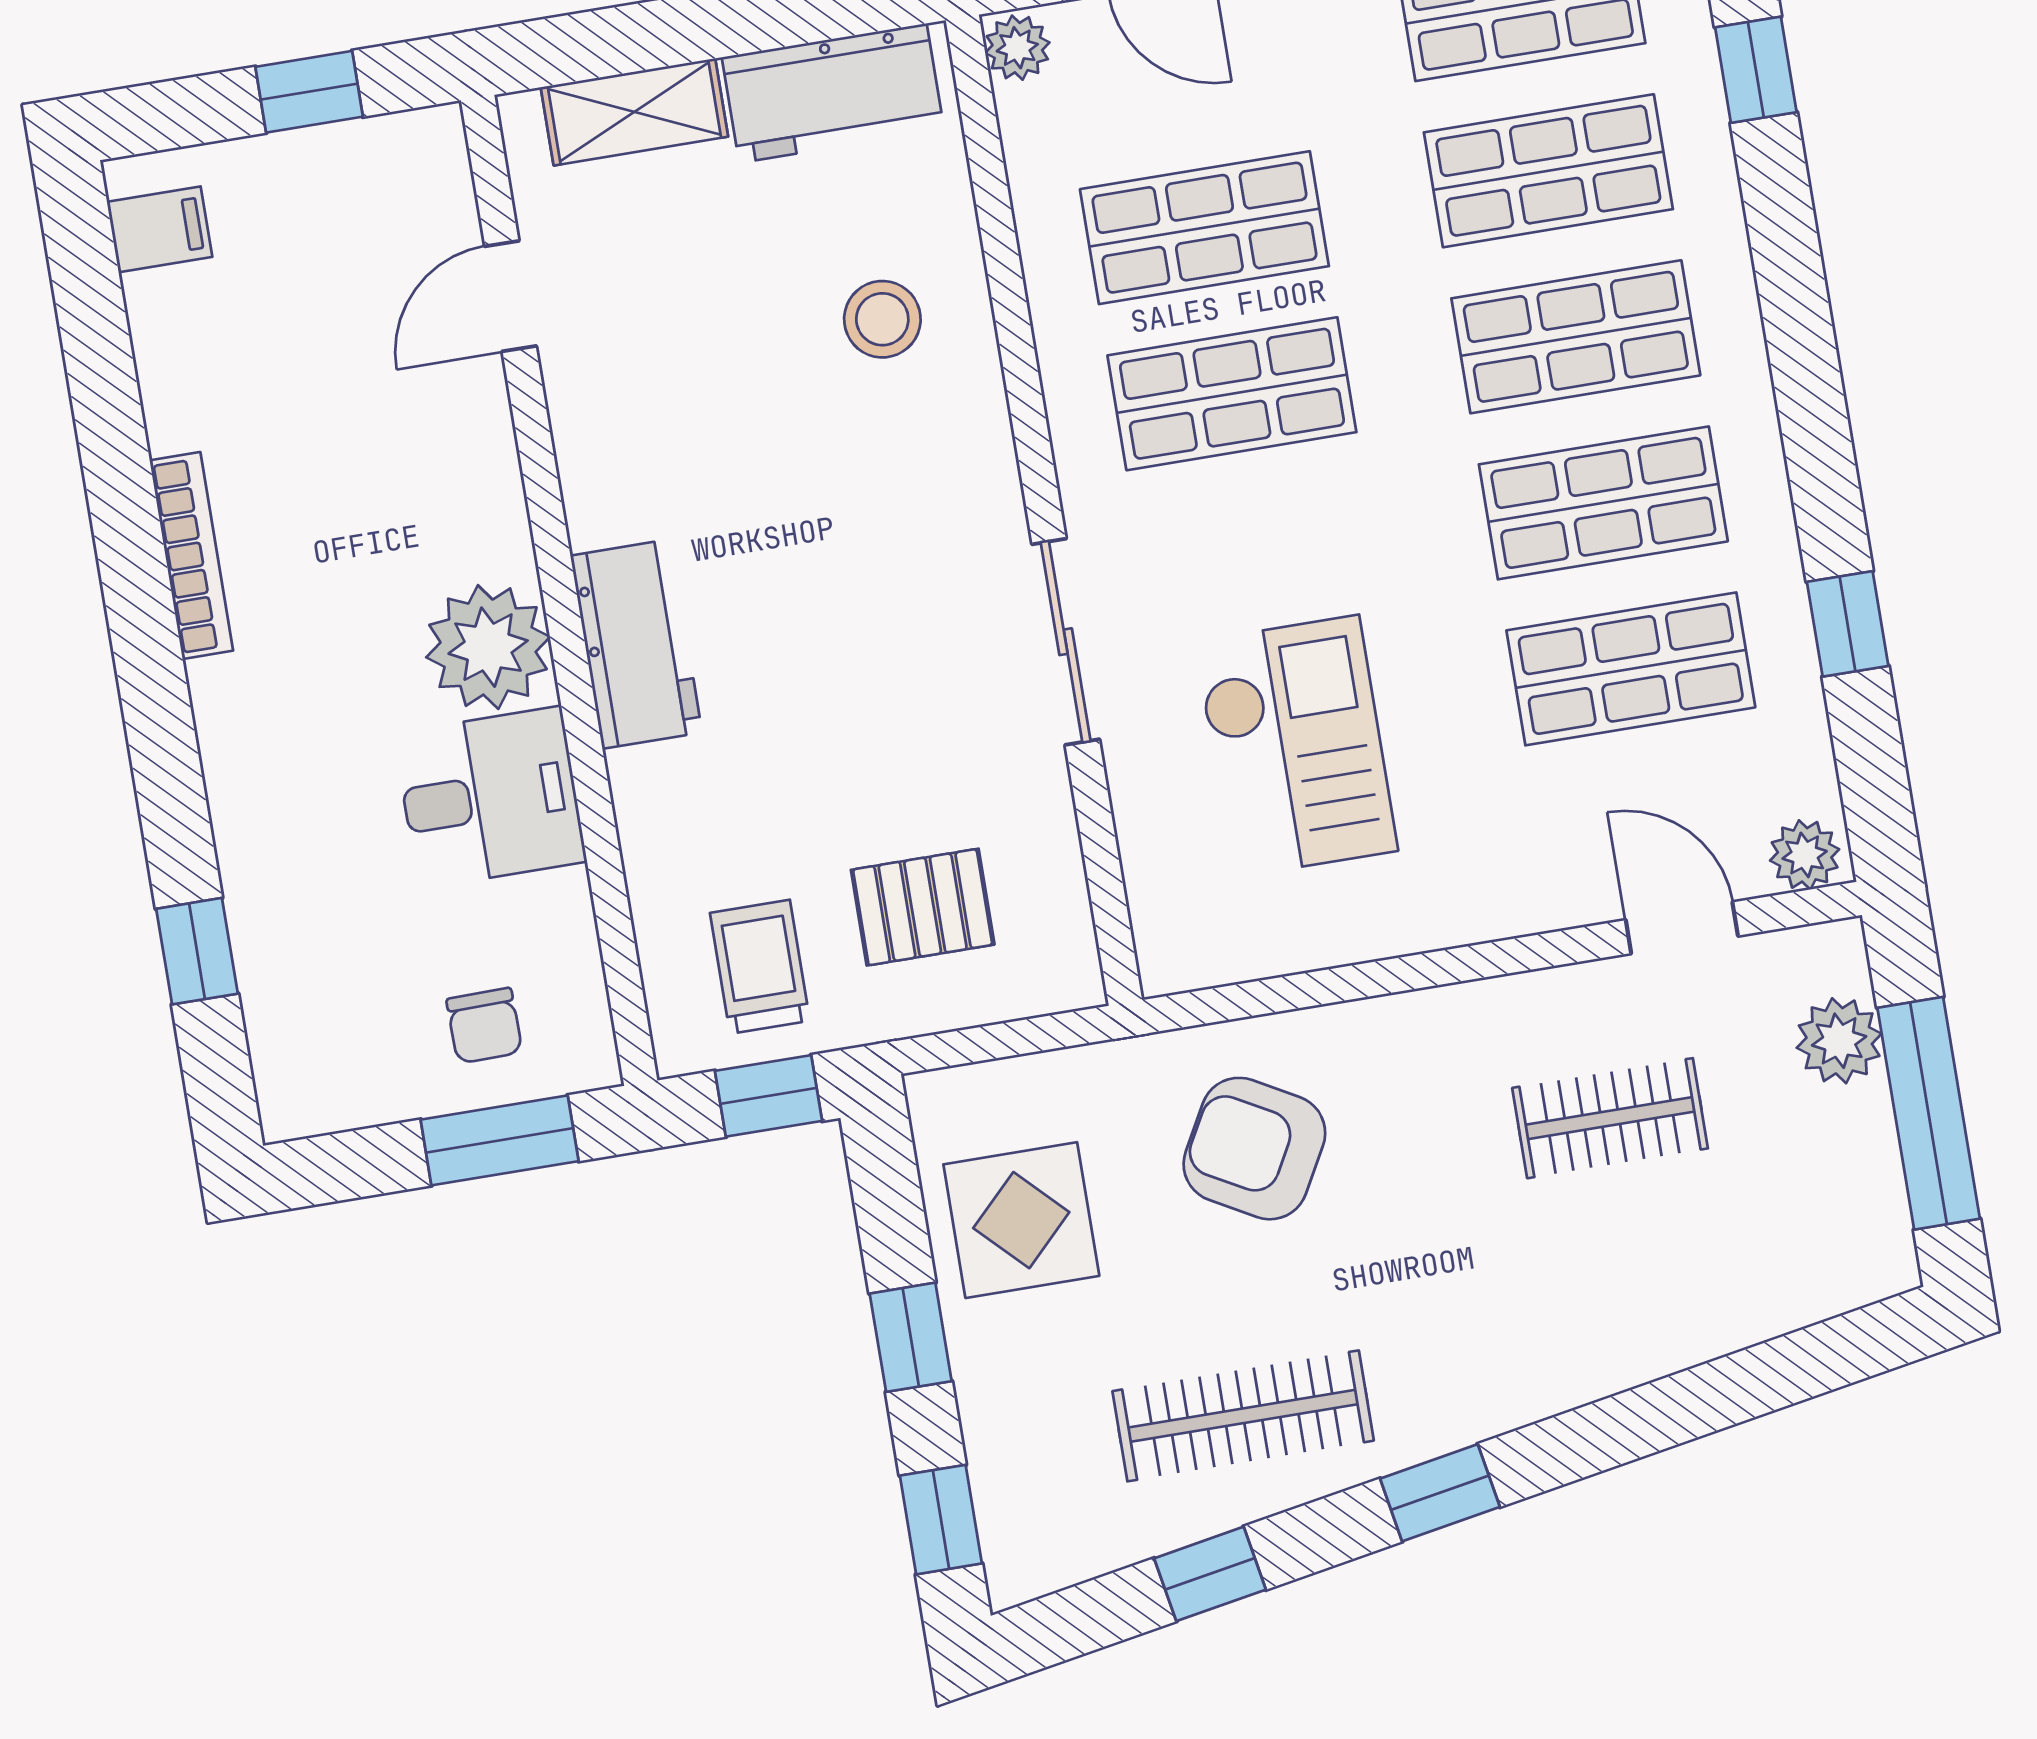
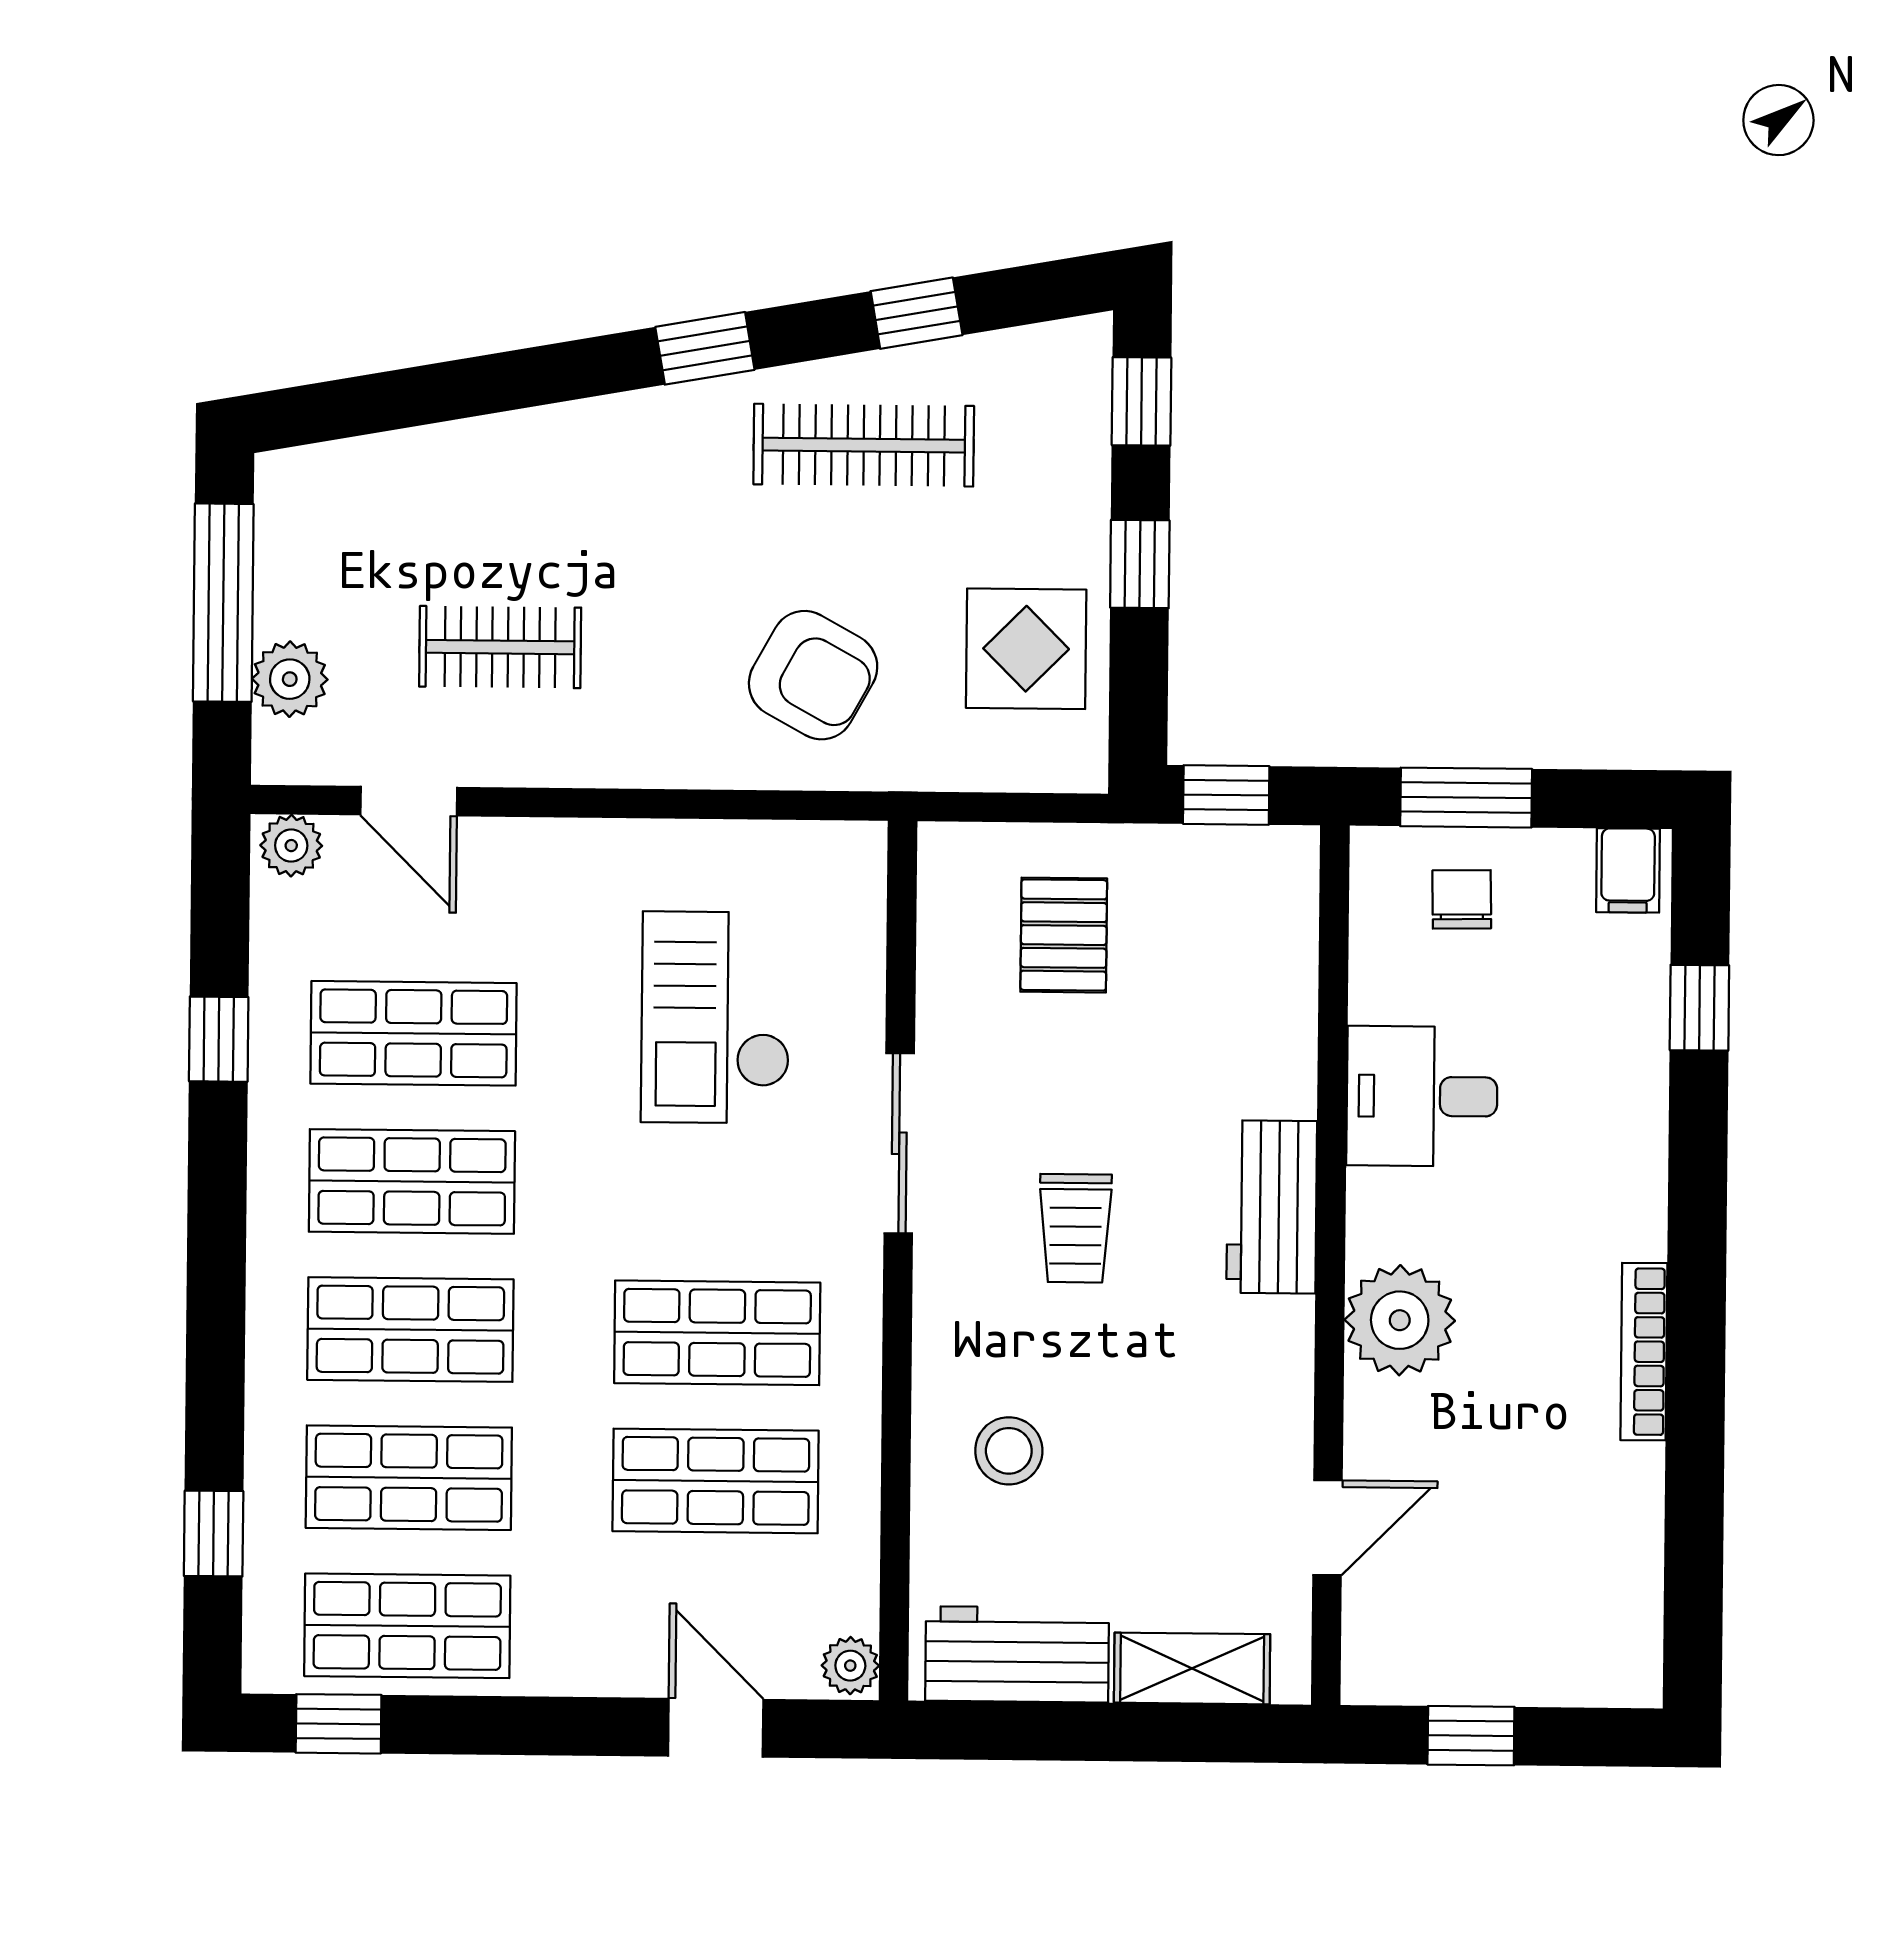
filing cabinet: (160, 229) -> (1628, 870), moved, turned -90
plant: (488, 647) -> (1400, 1320), moved
pallet: (923, 907) -> (1064, 935), turned 90
trolley: (760, 967) -> (1076, 1228), moved

